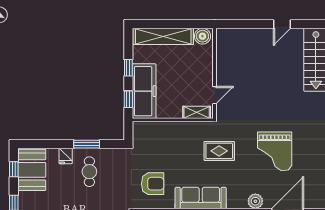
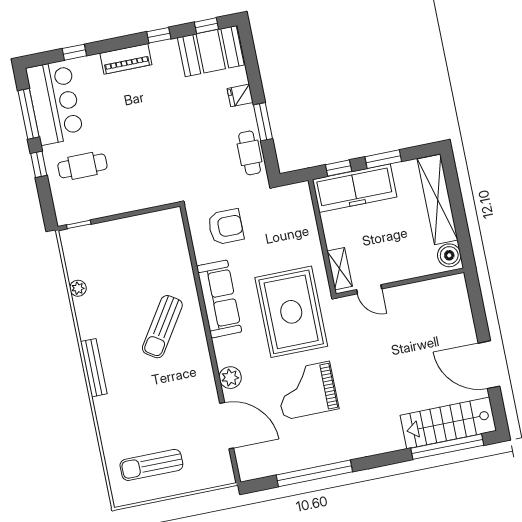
door: (282, 24) -> (489, 365), width x1.88
window: (128, 68) -> (383, 159), width x1.50
rug: (219, 151) -> (291, 312), width x1.86, depth x2.06
cafe table: (89, 172) -> (250, 153), moved, turned 90
armchair: (153, 184) -> (226, 227), turned -90

